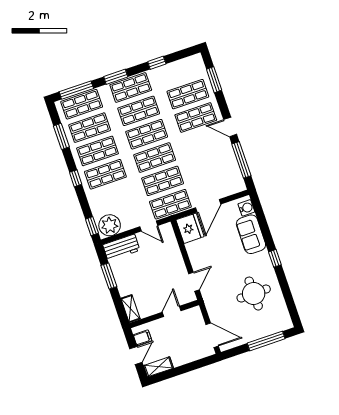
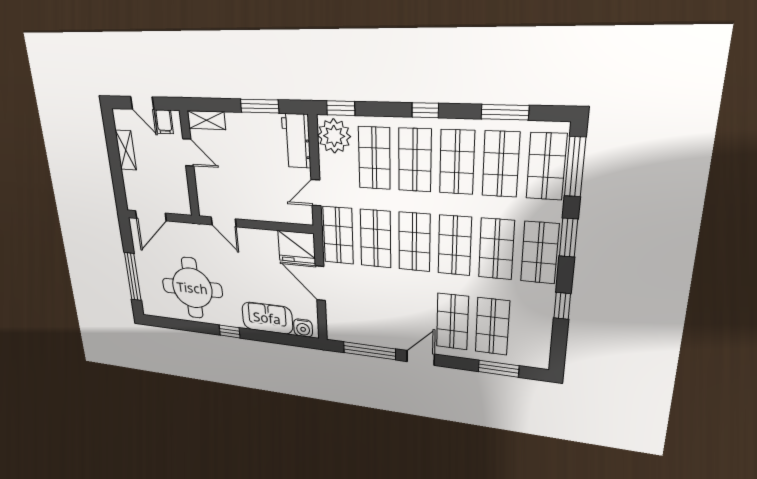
shop shelf: (113, 198) -> (374, 158), added
round table: (254, 294) -> (192, 288), width x1.36, depth x1.36
door: (172, 311) -> (188, 152), moved
shelving: (159, 367) -> (126, 150), moved

